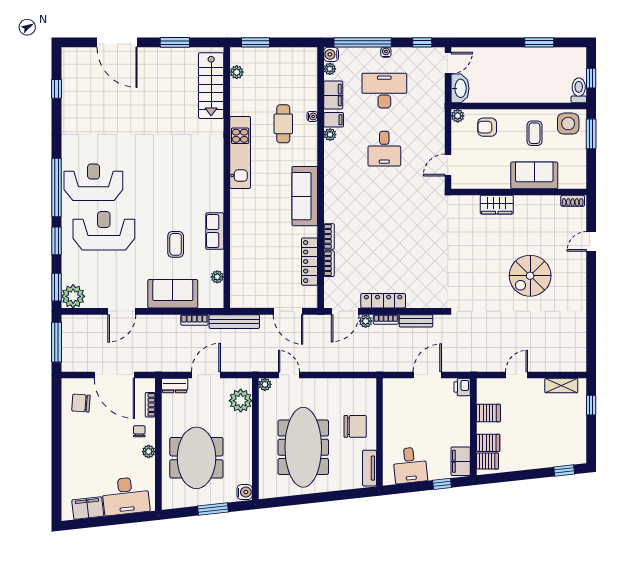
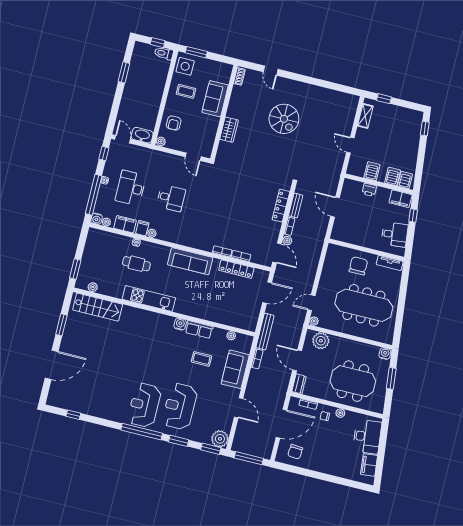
water cooler: (216, 204) -> (180, 324), added
locker: (383, 301) -> (281, 206), moved
printer: (462, 387) -> (369, 190), moved

